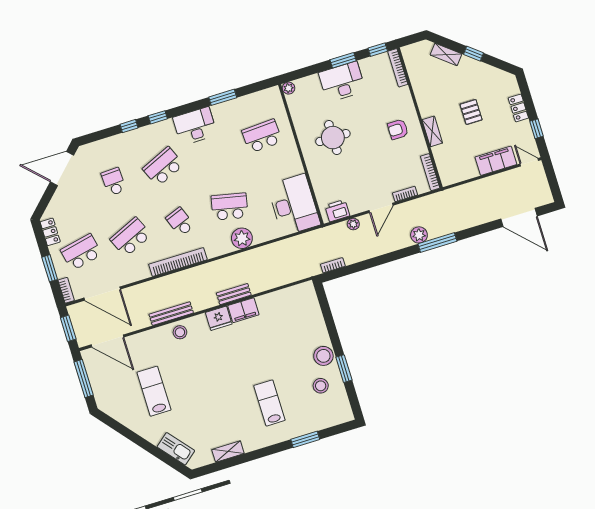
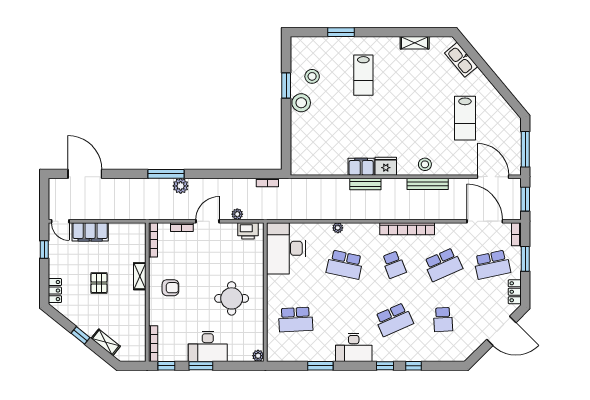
locker: (518, 108) -> (55, 291), moved
door: (62, 169) -> (501, 331), moved
plant: (242, 238) -> (338, 228), width x0.53, depth x0.53

